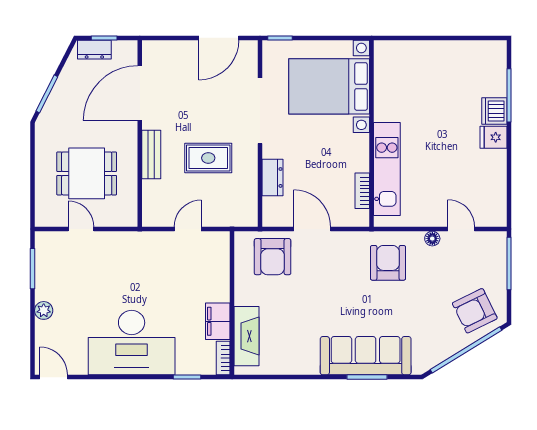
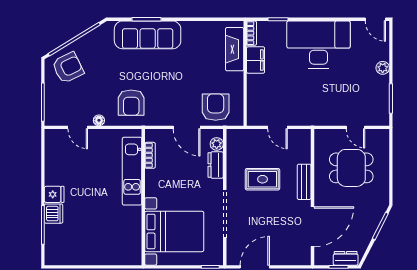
plant: (271, 206) -> (217, 144), added
door: (188, 229) -> (277, 127), hinge flipped

